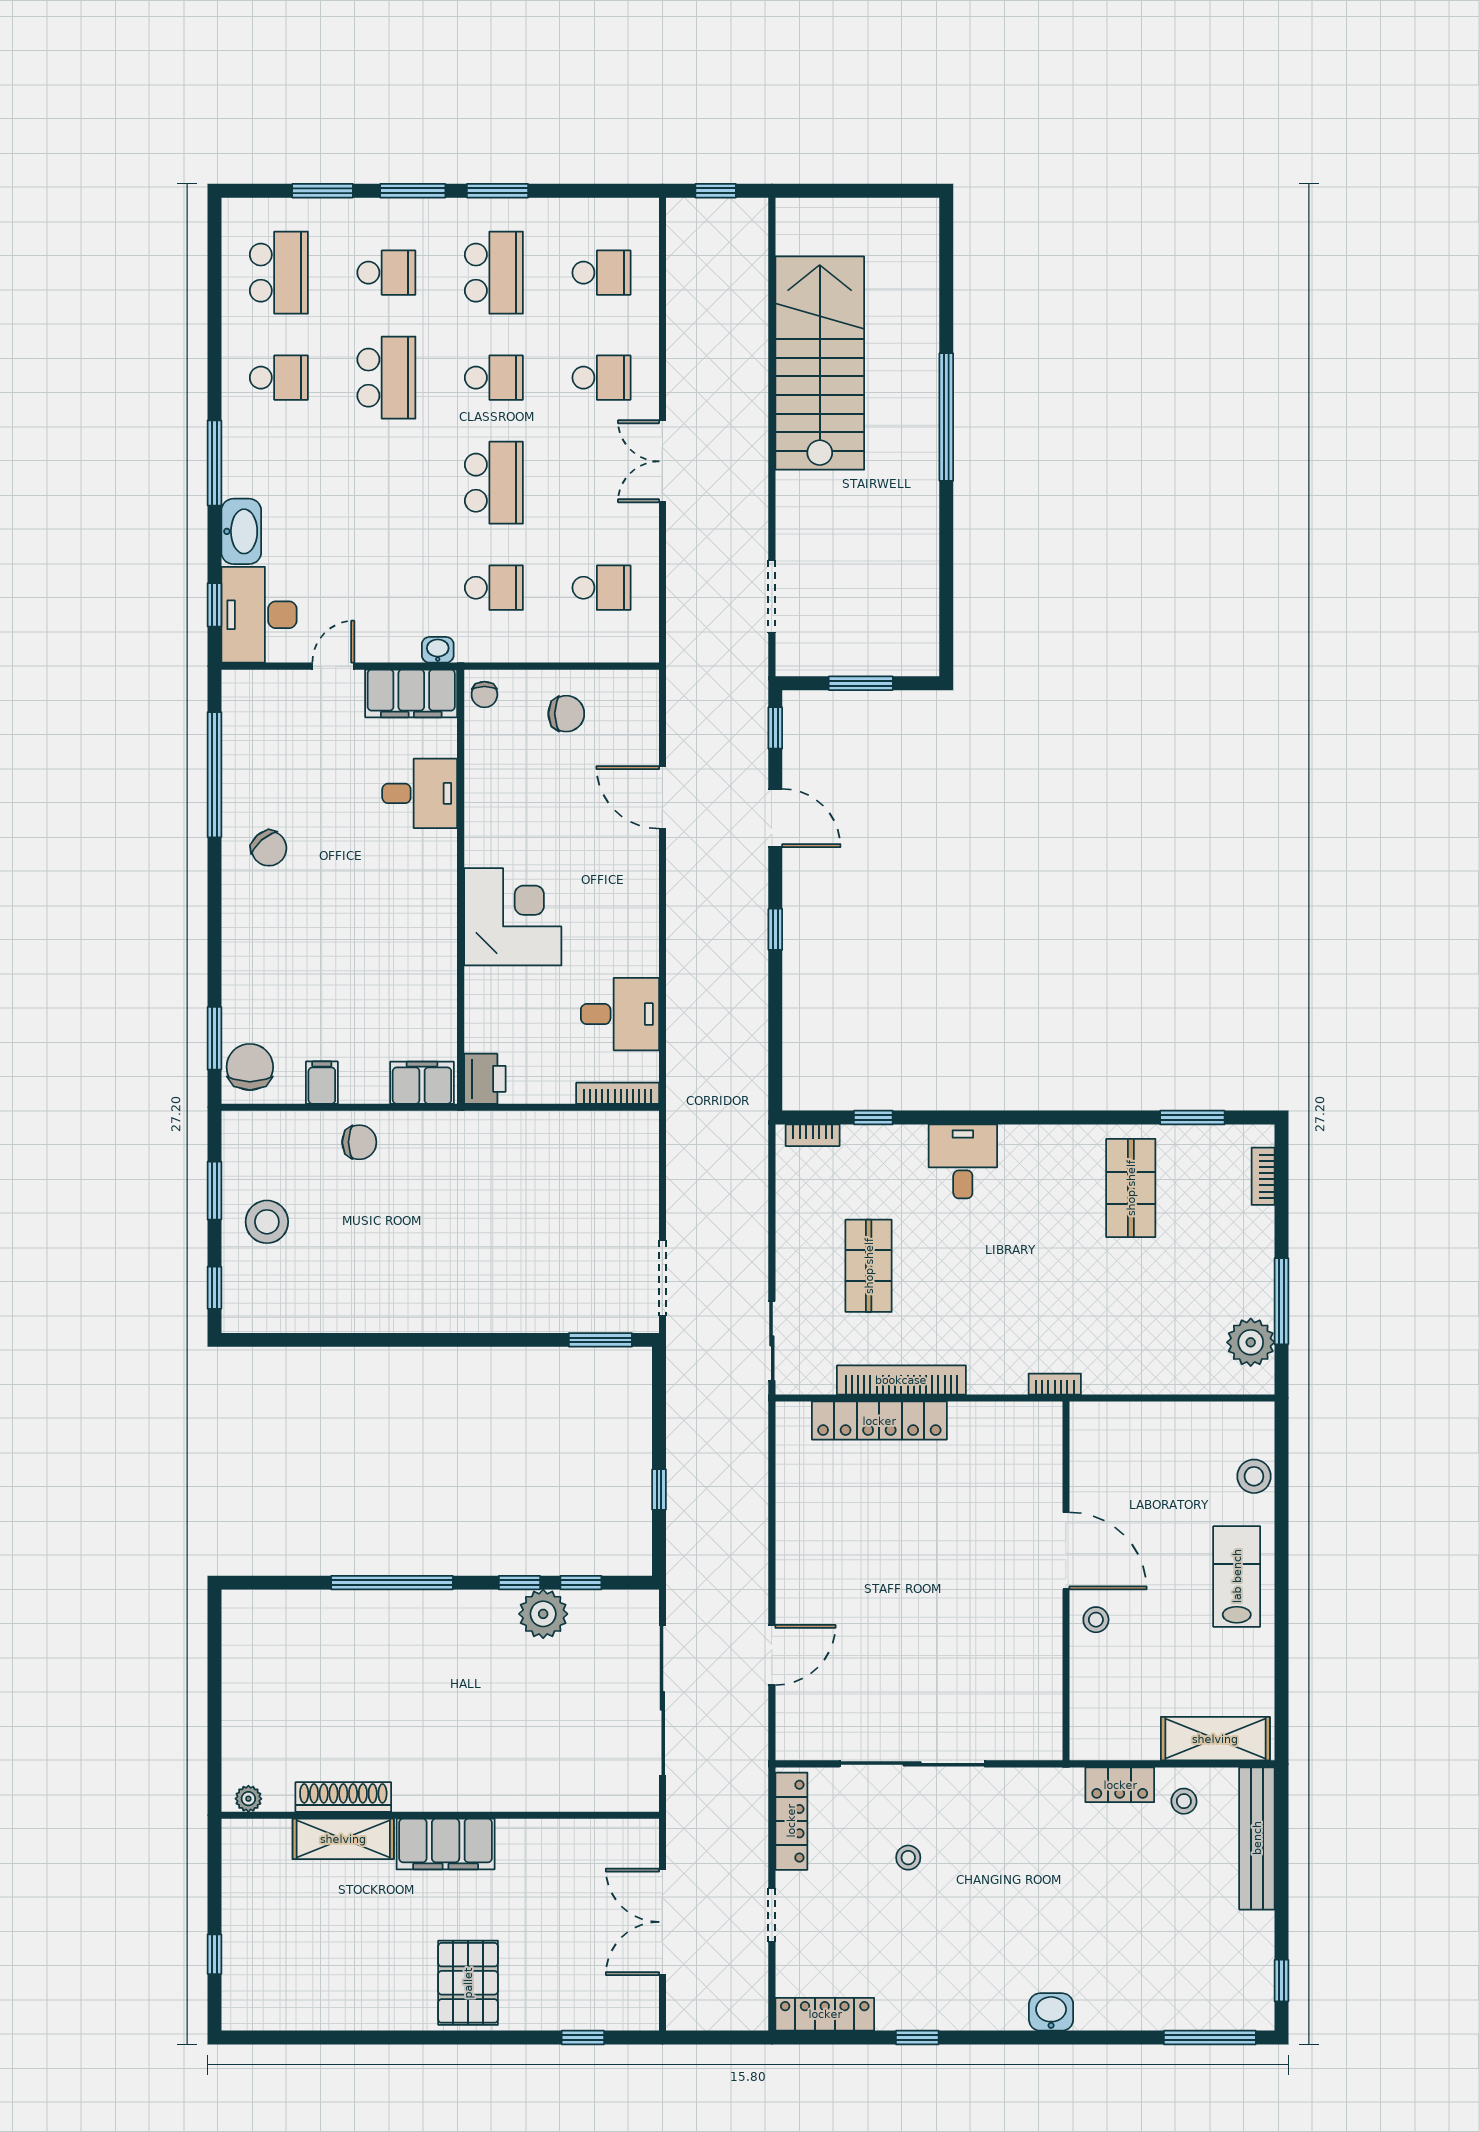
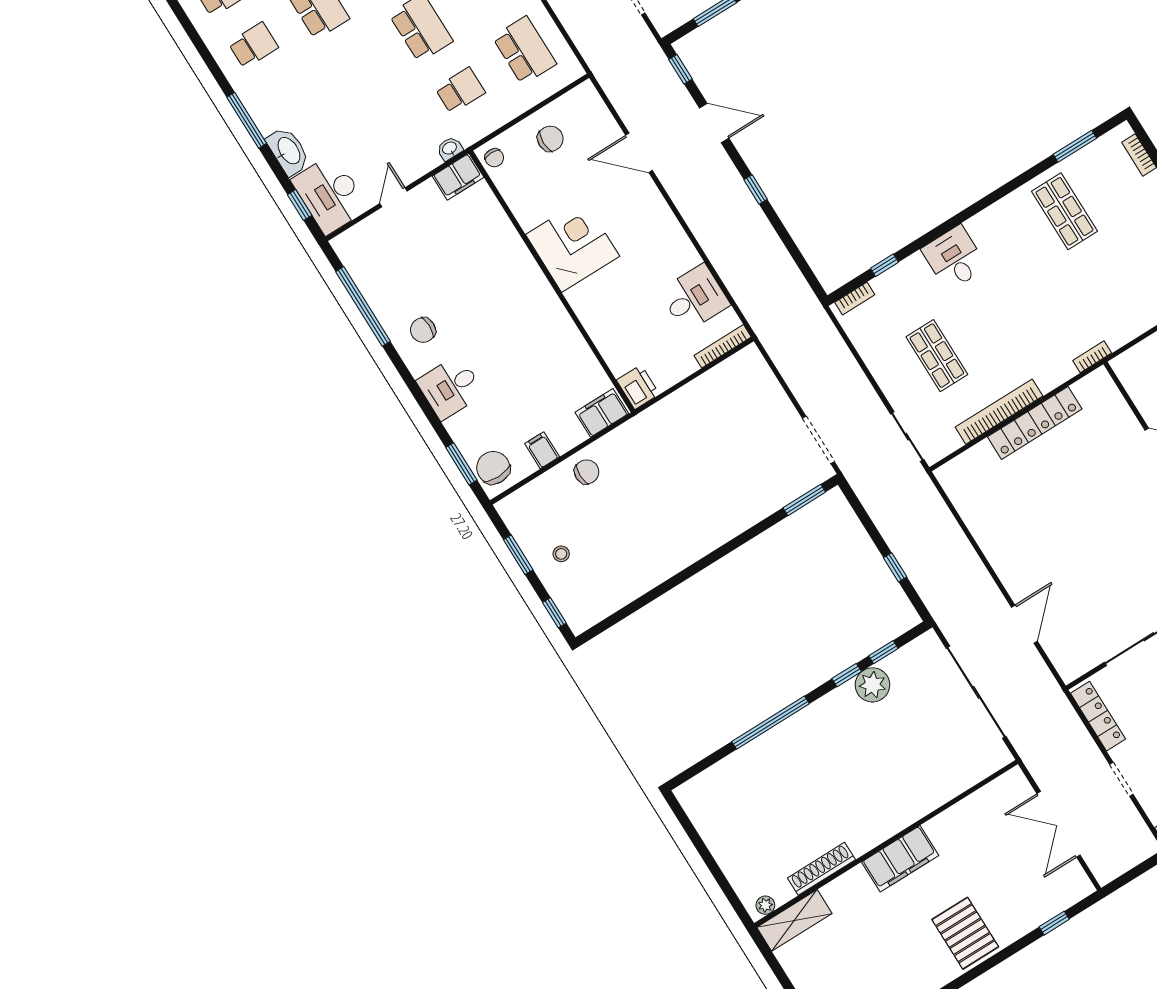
school desk: (601, 588) -> (524, 50), width x1.85
filing cabinet: (411, 693) -> (458, 177), width x0.67, depth x0.86
desk: (420, 793) -> (450, 387), moved, turned 180
chair: (269, 848) -> (423, 330), turned 131
corner desk: (513, 917) -> (573, 245), moved
stool: (267, 1222) -> (561, 554), width x0.53, depth x0.53
locker: (879, 1421) -> (1035, 423), moved
shelving: (343, 1839) -> (794, 920), moved

